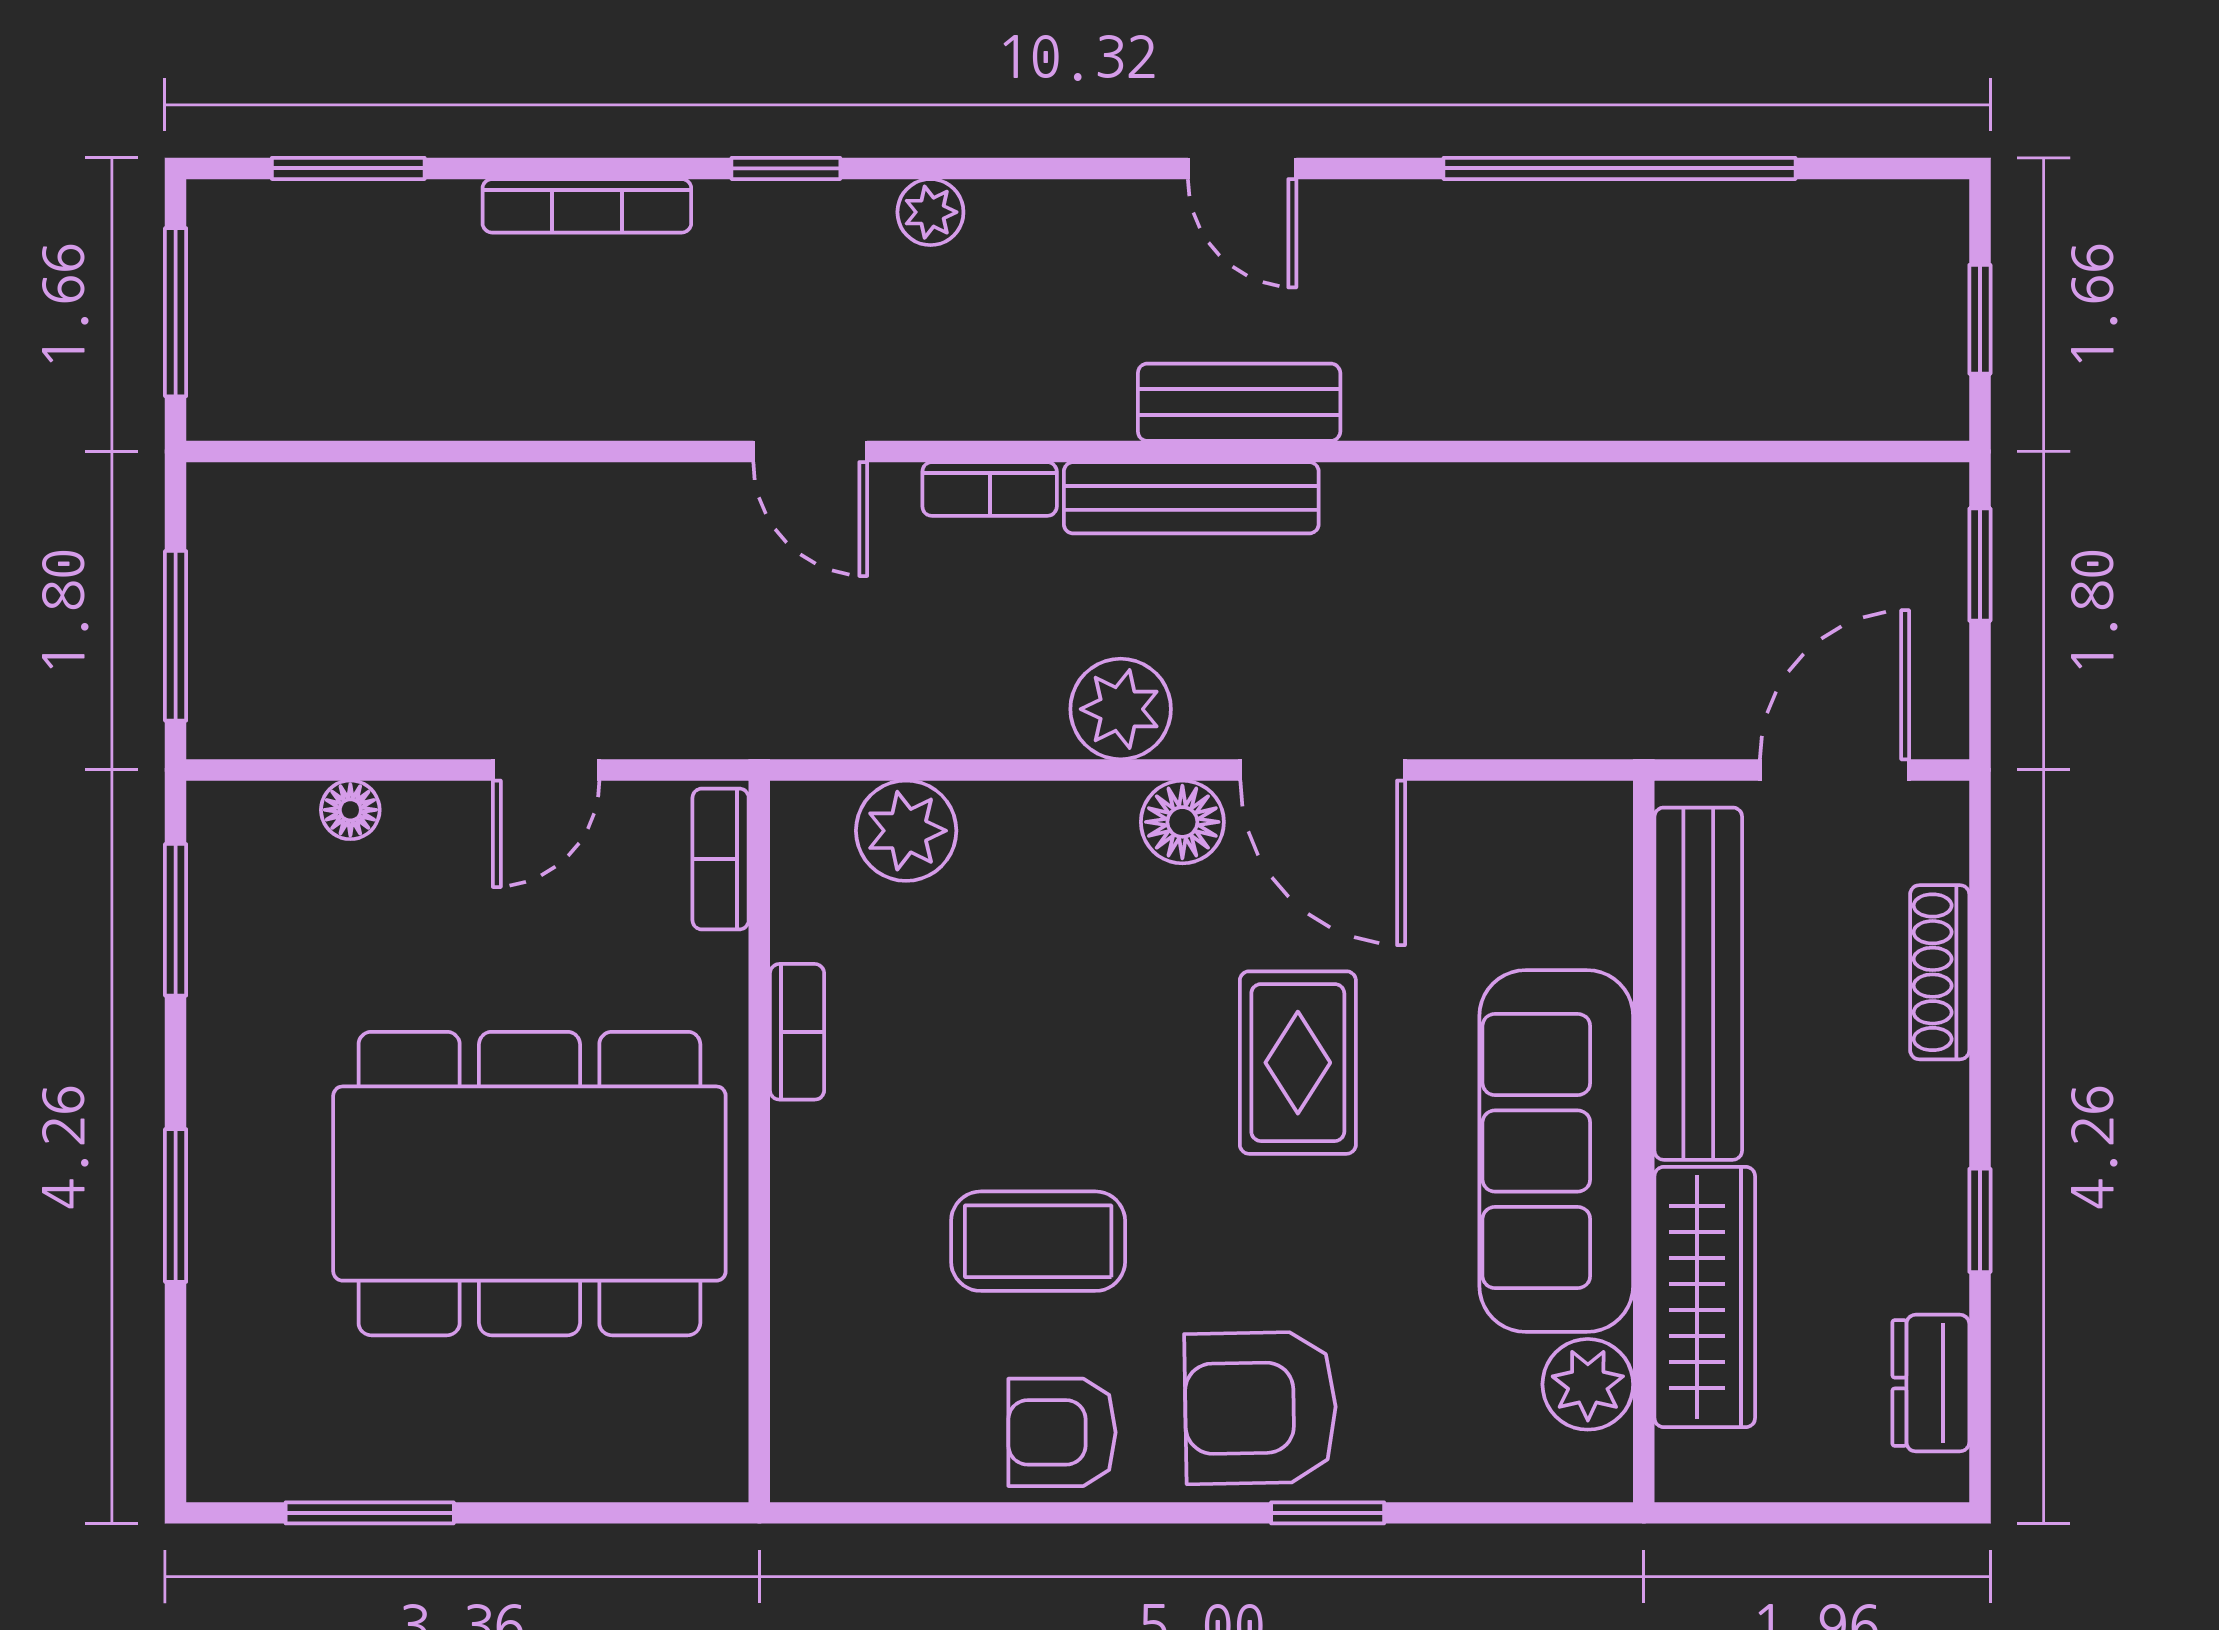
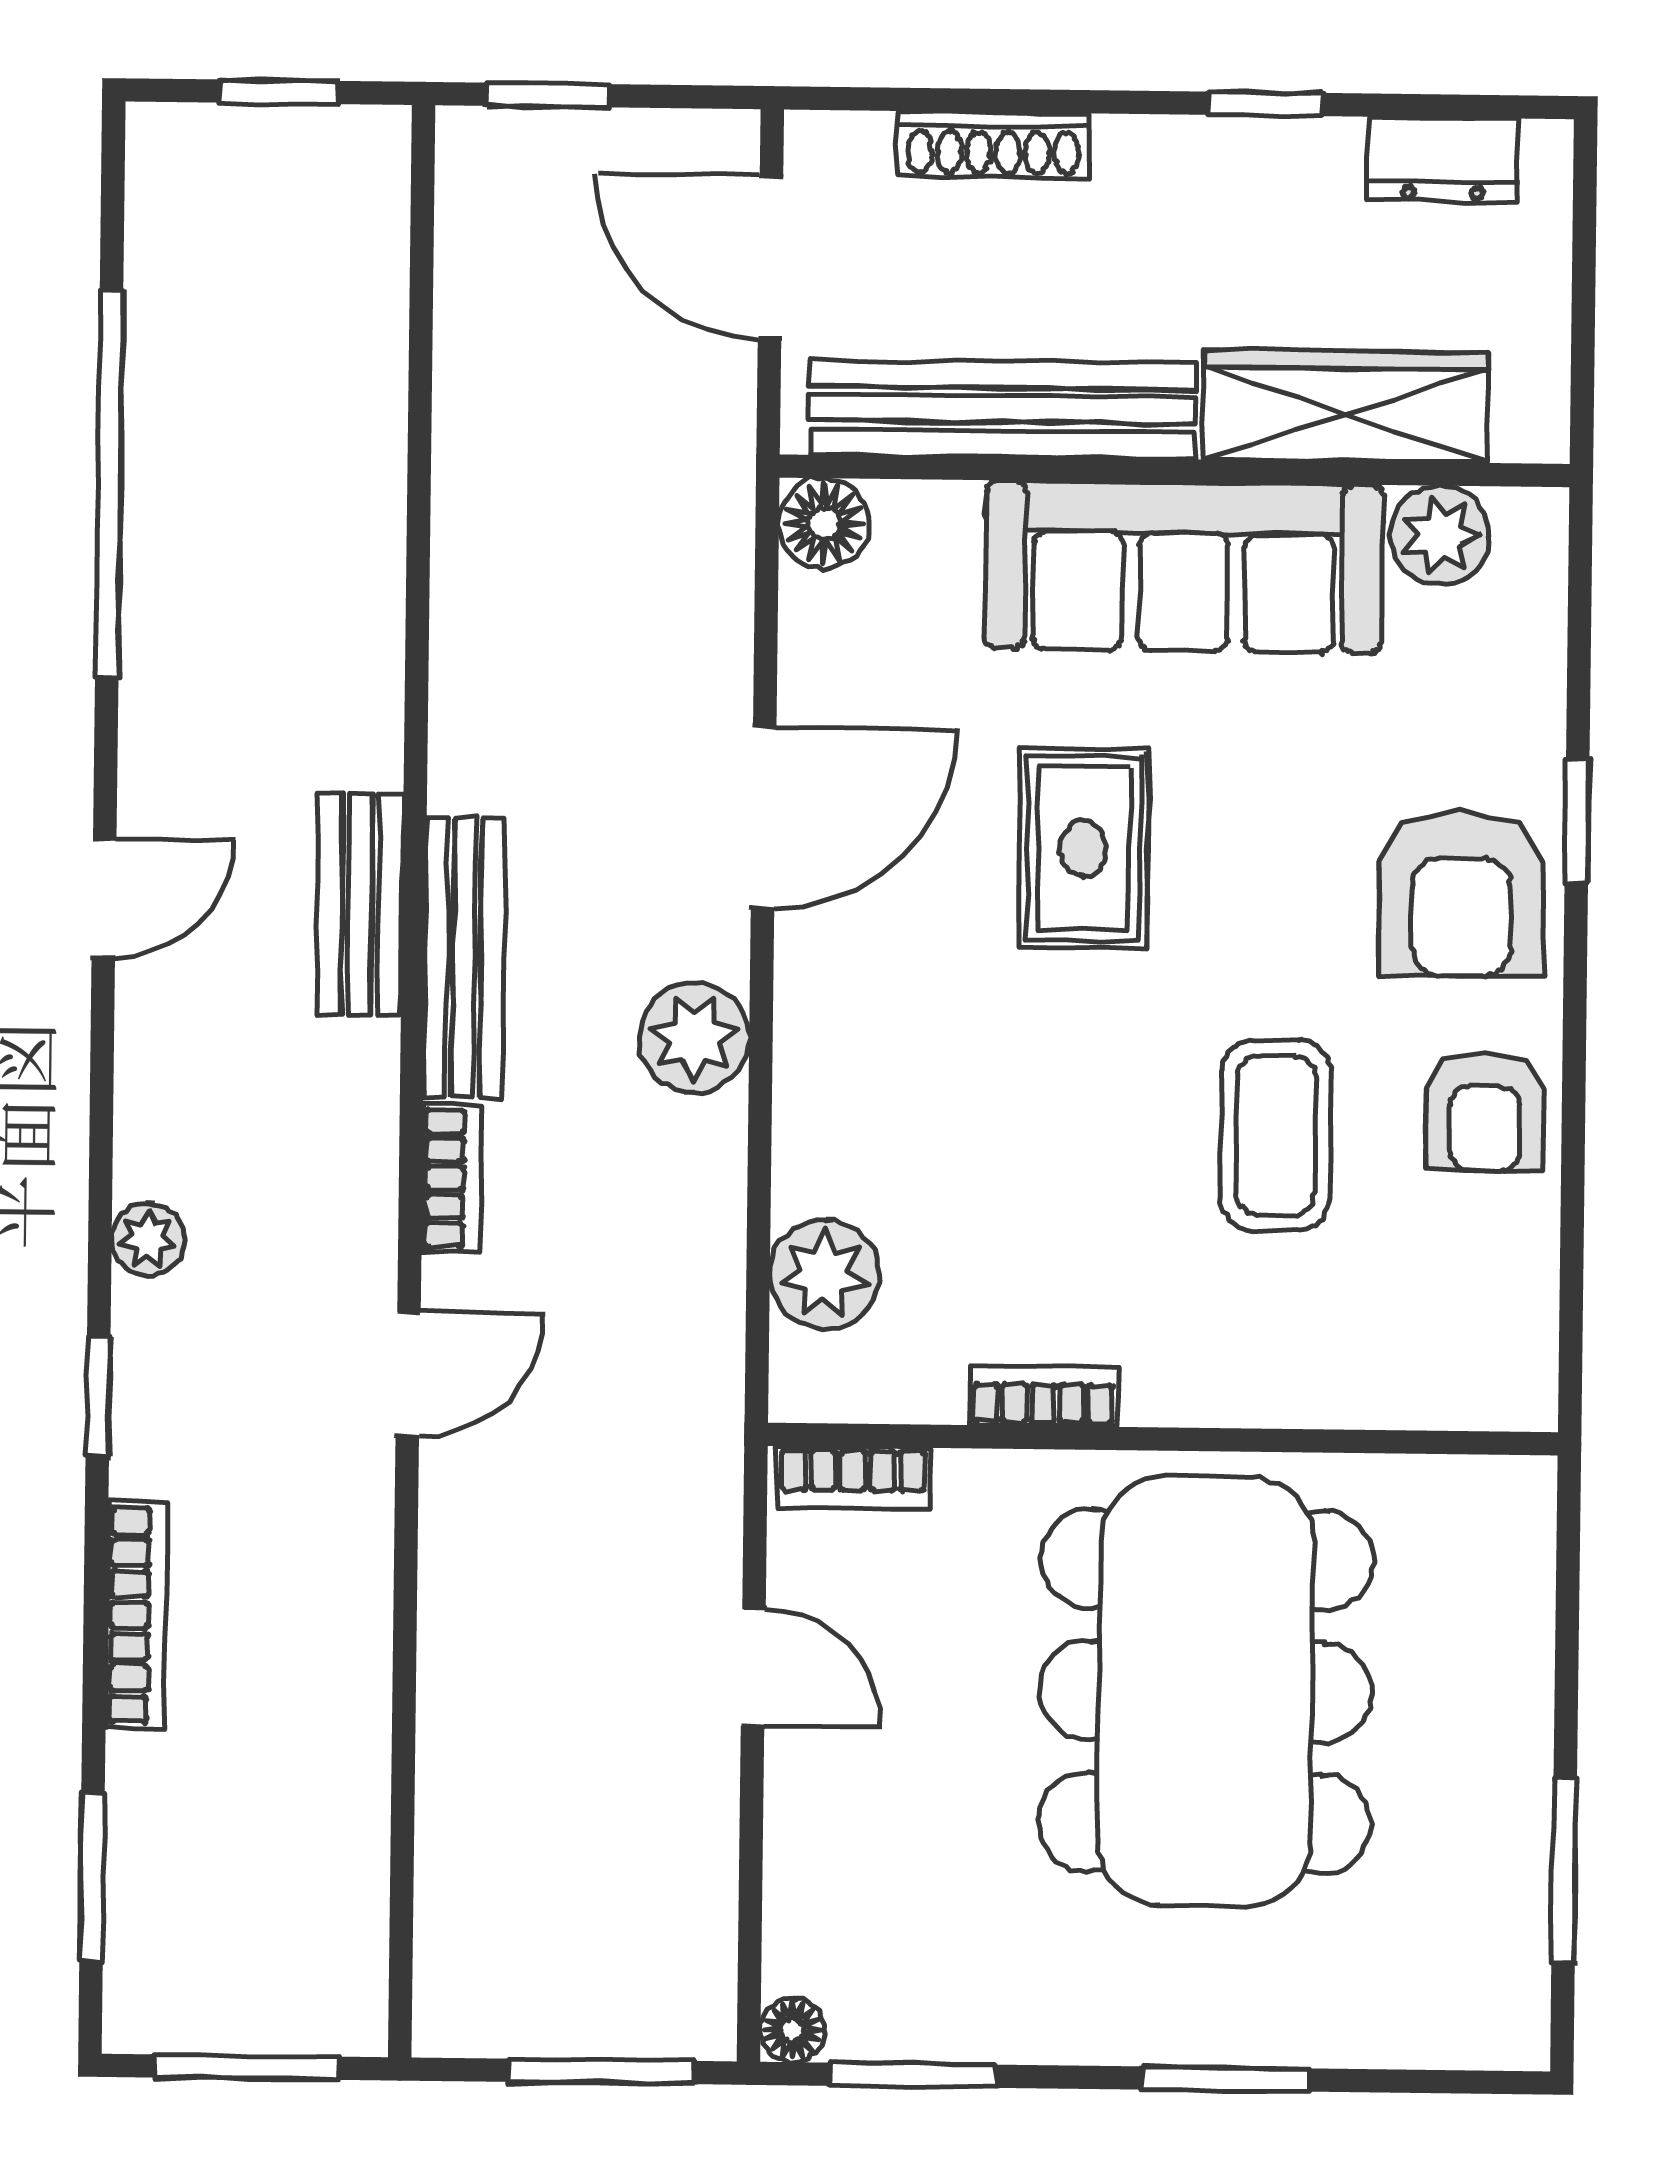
floor lamp: (350, 810) -> (793, 2030), moved
floor lamp: (1182, 822) -> (824, 523), moved
rug: (1298, 1063) -> (1084, 848), turned 90

